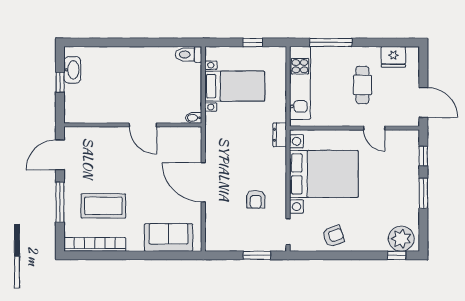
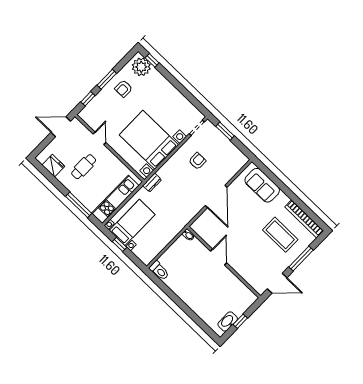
bed with nightstands: (235, 86) -> (132, 222), moved, turned 90
door: (423, 102) -> (61, 127), hinge flipped
armchair: (333, 236) -> (124, 89), moved, turned -71

